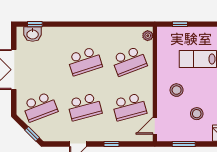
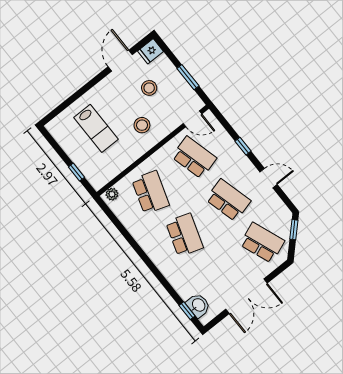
school desk: (85, 61) -> (185, 235), turned 36
school desk: (129, 61) -> (150, 192), turned 39

